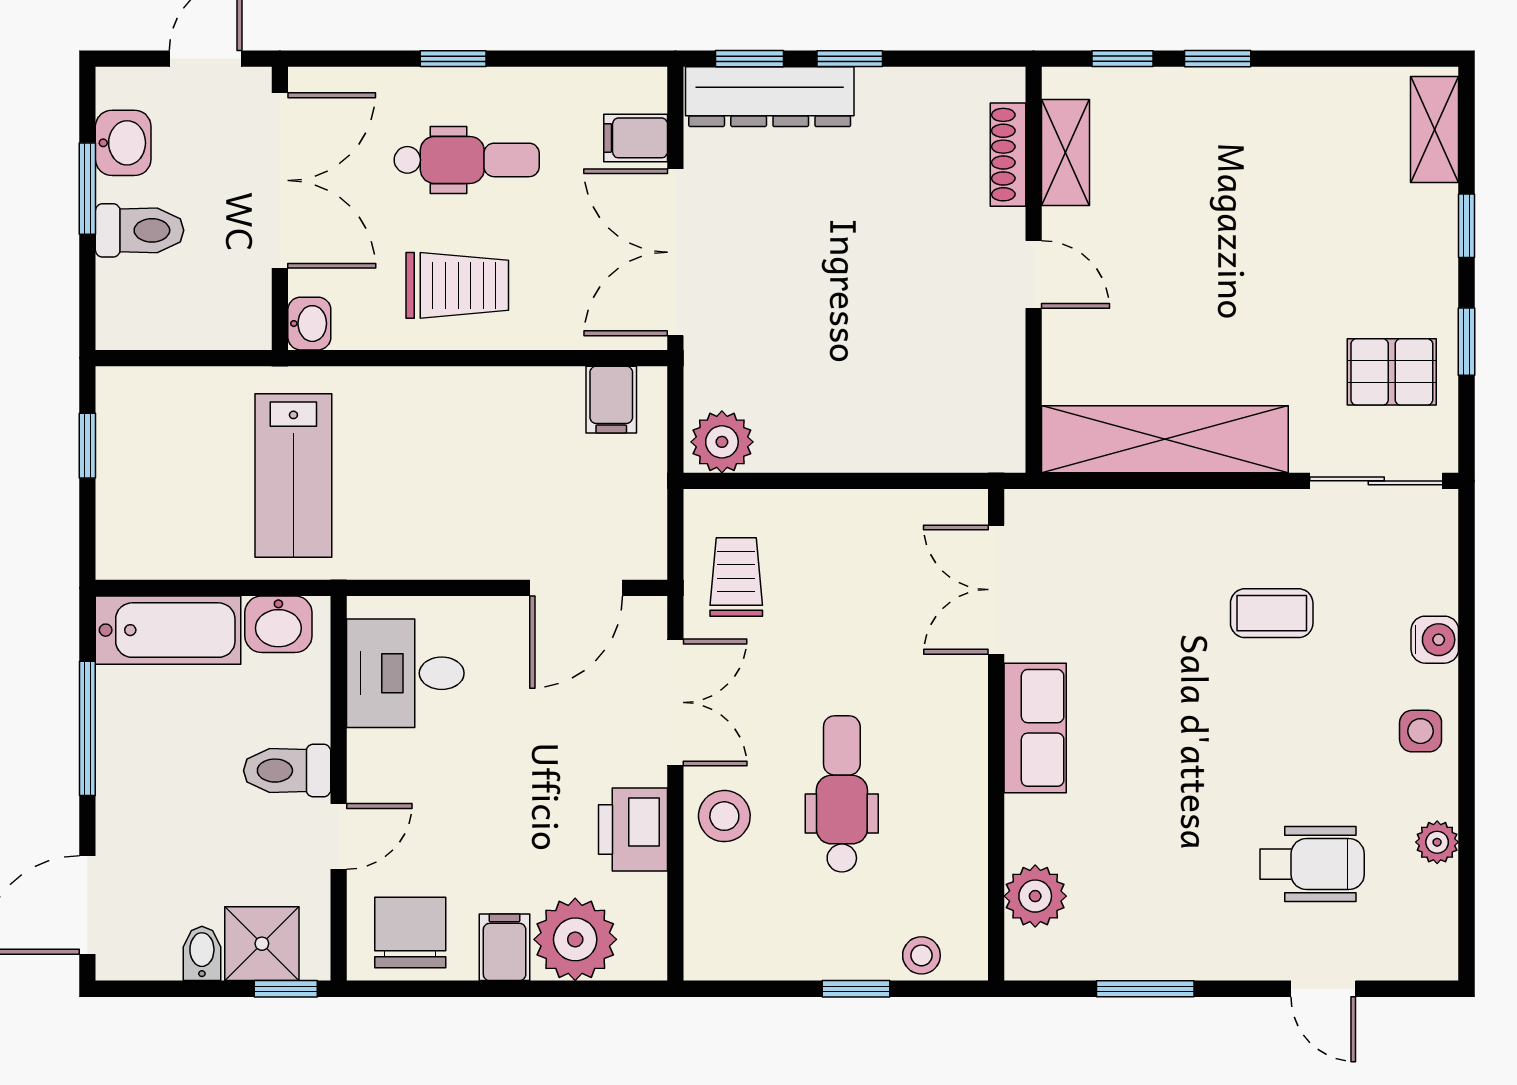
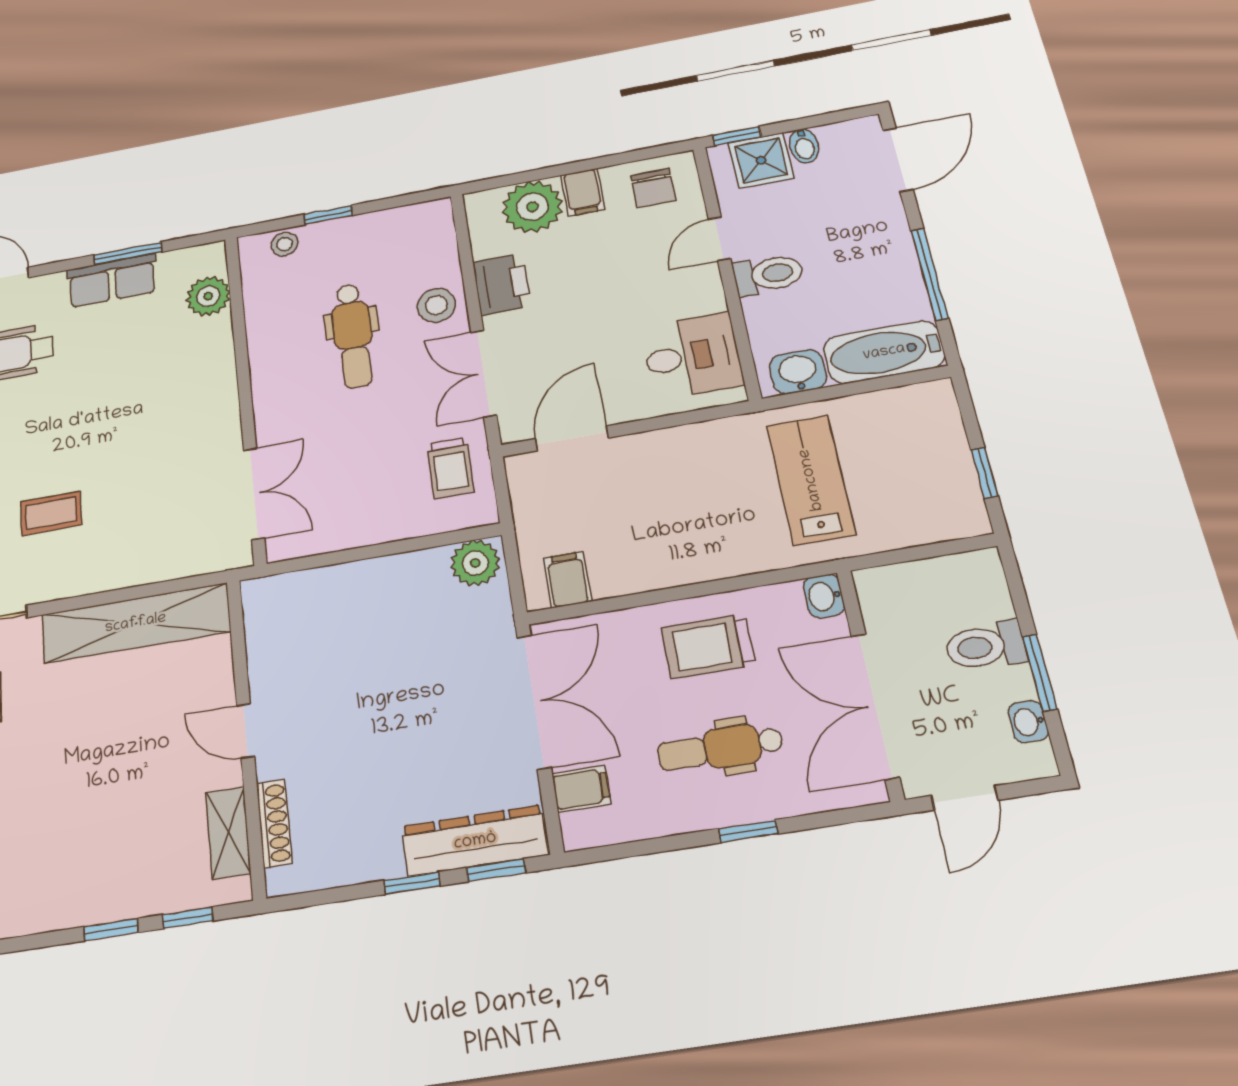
washbasin: (123, 143) -> (1028, 722), width x0.72, depth x0.69
row of seats: (1035, 728) -> (112, 281), moved, turned -90
chair: (410, 933) -> (653, 188), width x0.73, depth x0.73

